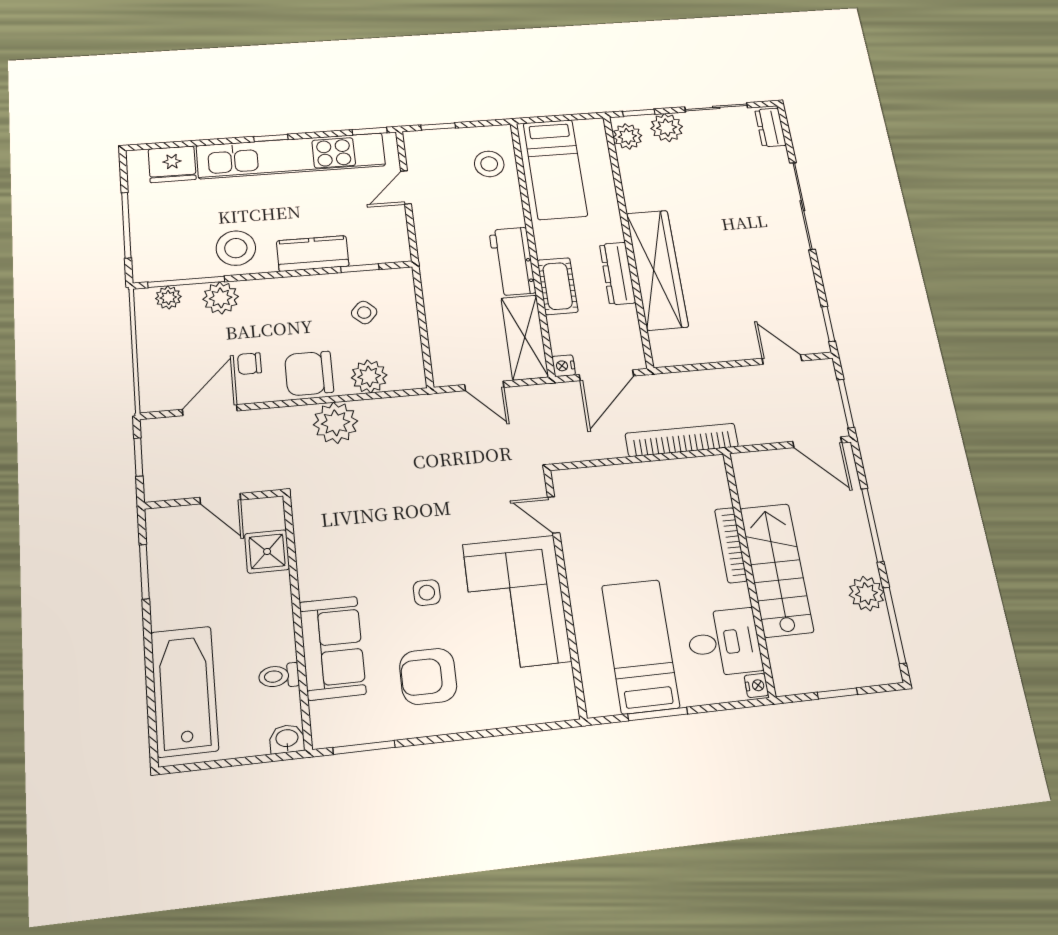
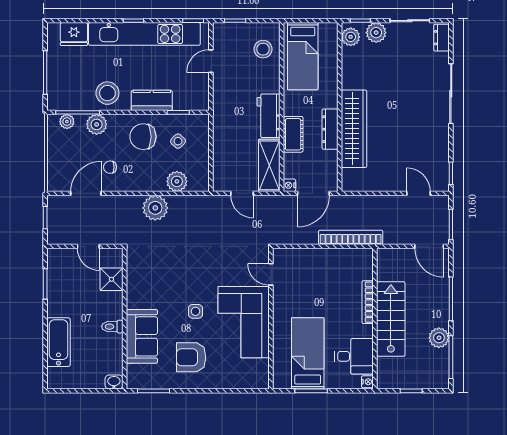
chair: (309, 373) -> (143, 137), moved
toilet: (279, 676) -> (112, 327), moved
bathtub: (184, 691) -> (58, 342), width x0.73, depth x0.73

